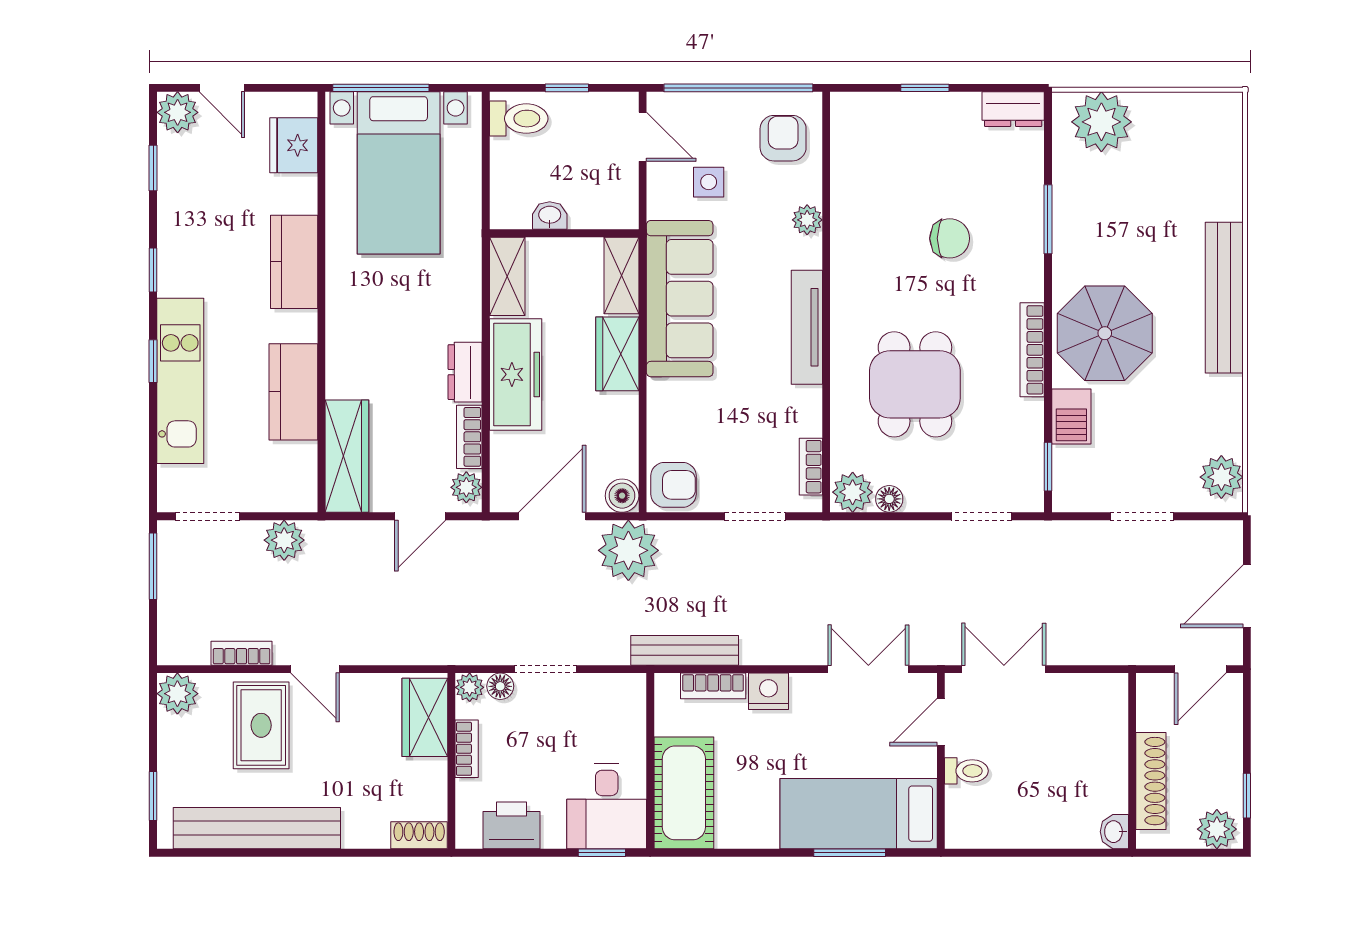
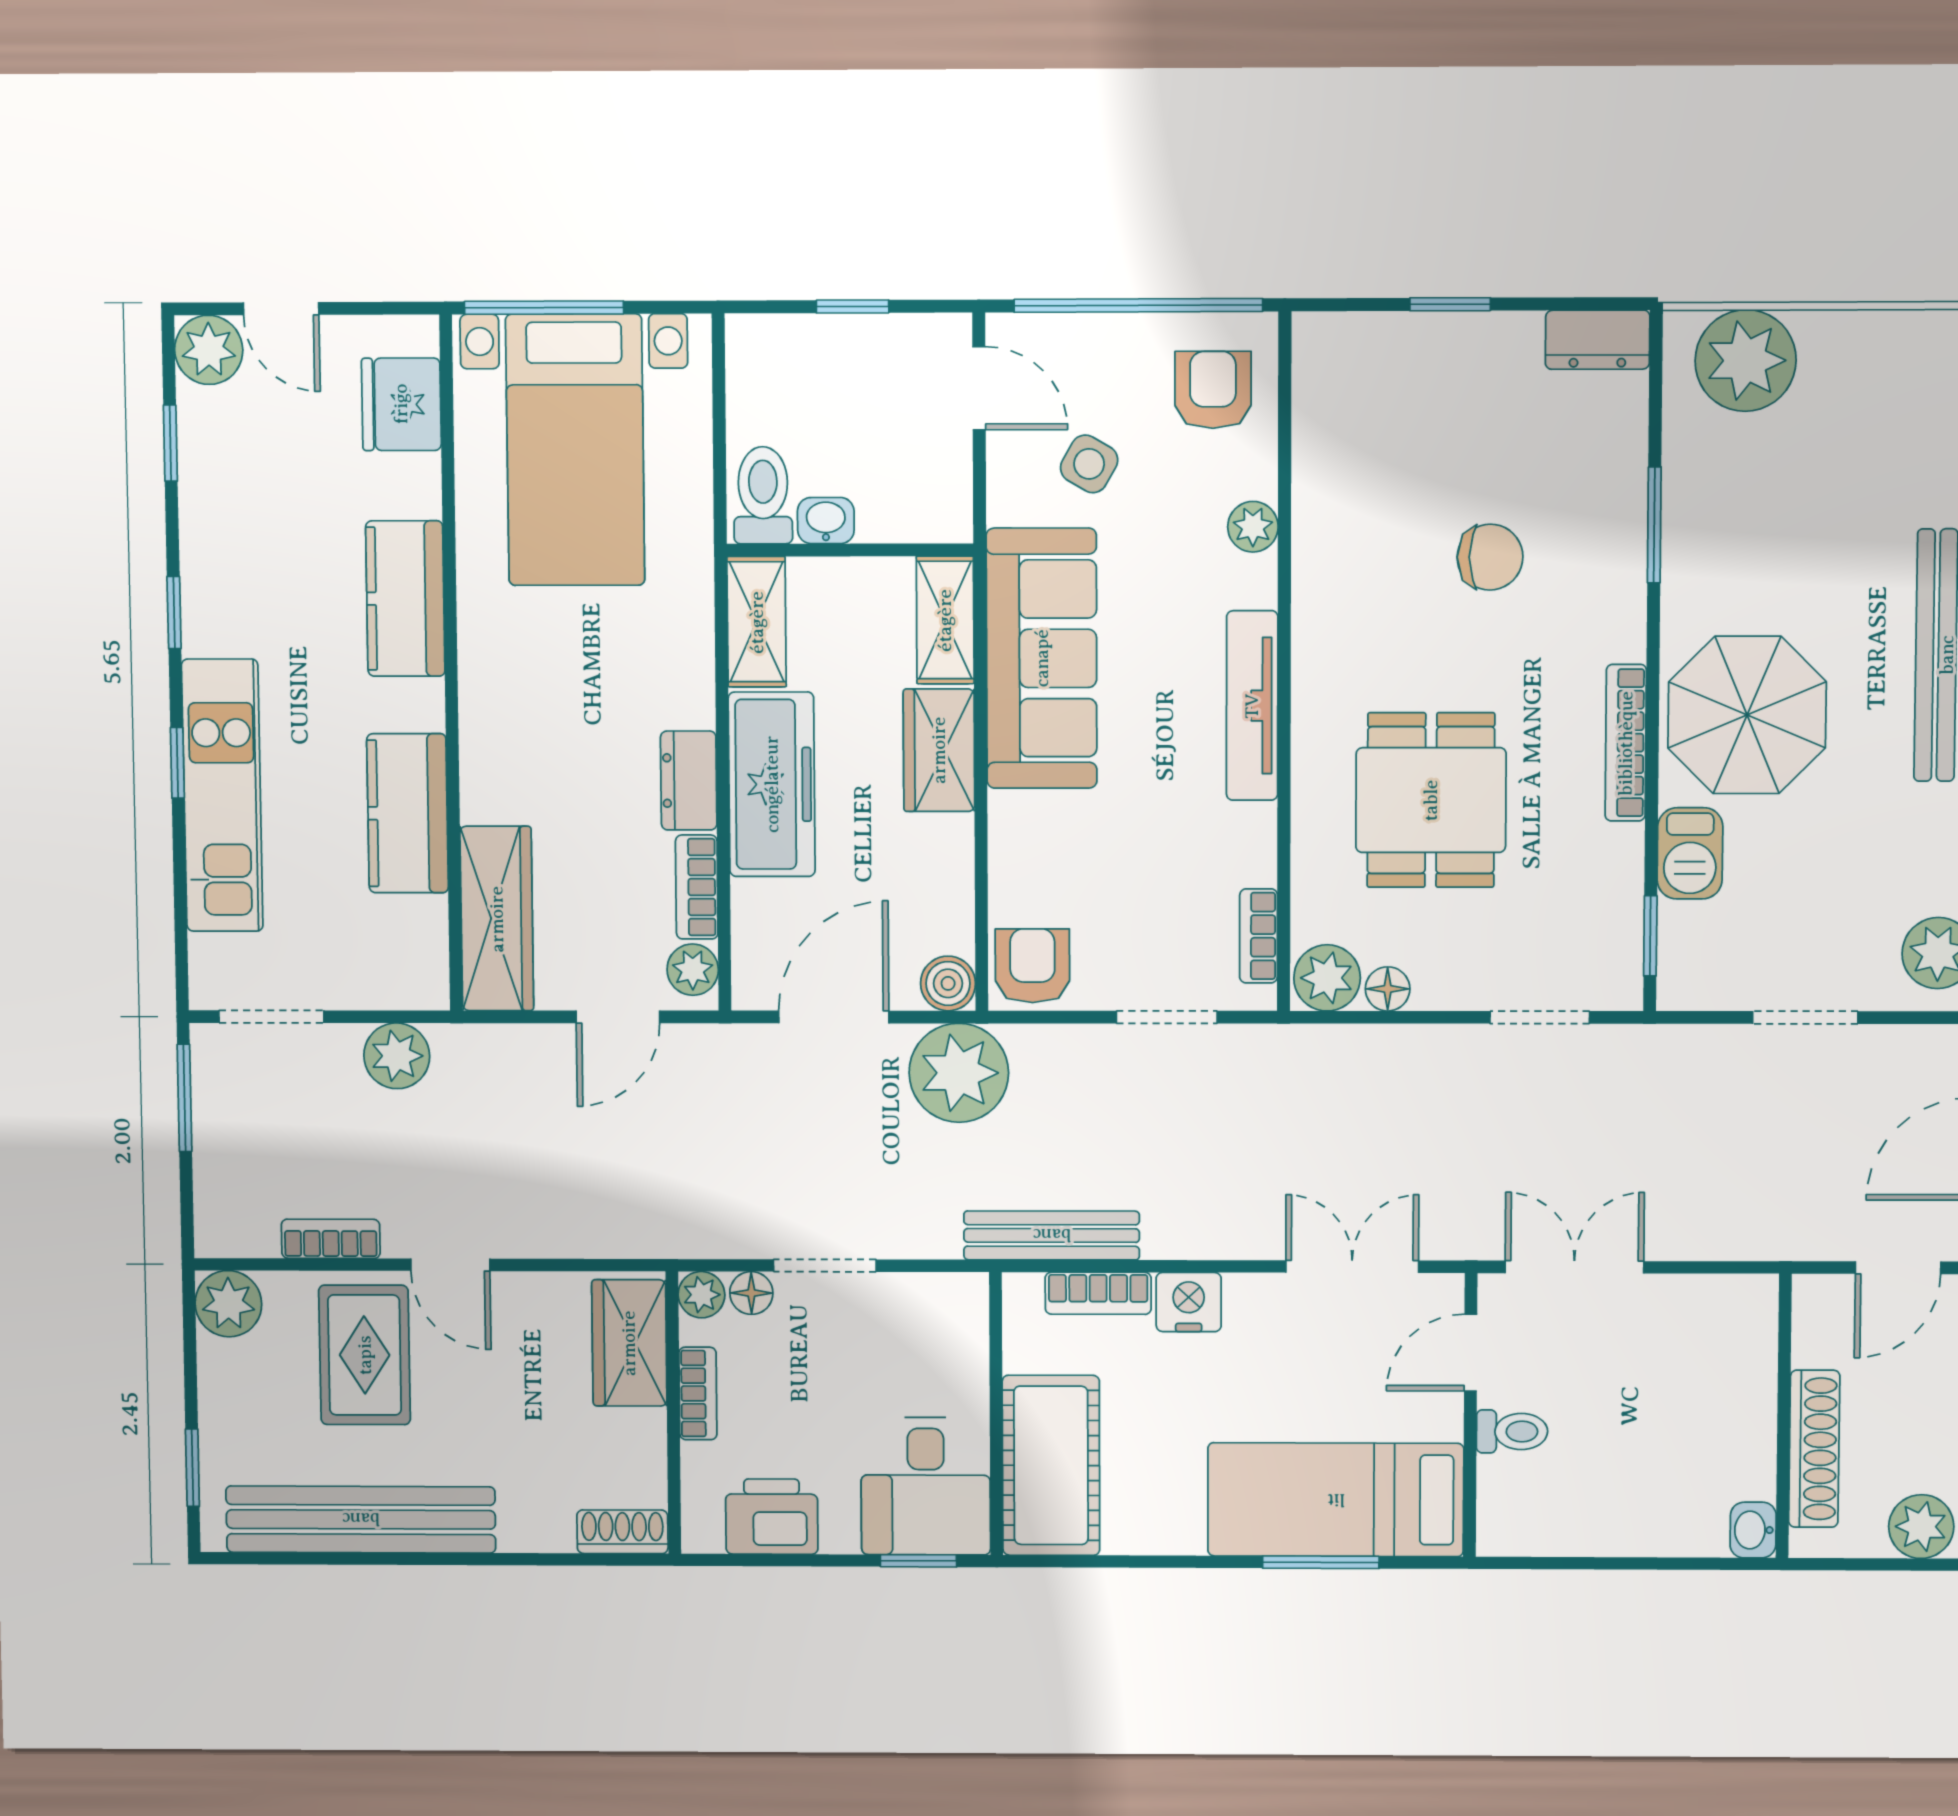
toilet: (519, 119) -> (763, 495), moved, turned -90
side table: (709, 182) -> (1089, 464), turned 30
armchair: (673, 485) -> (1032, 966), turned -90

